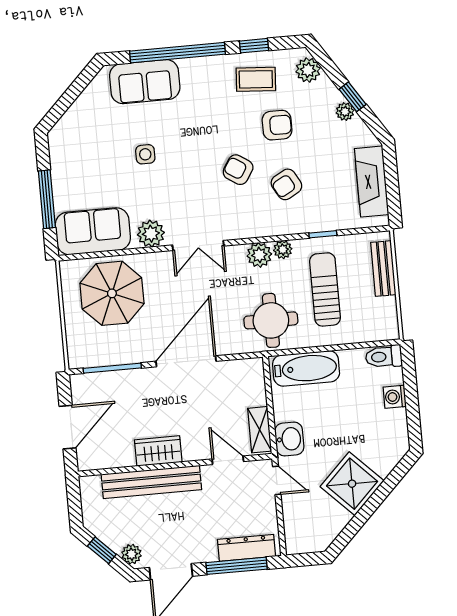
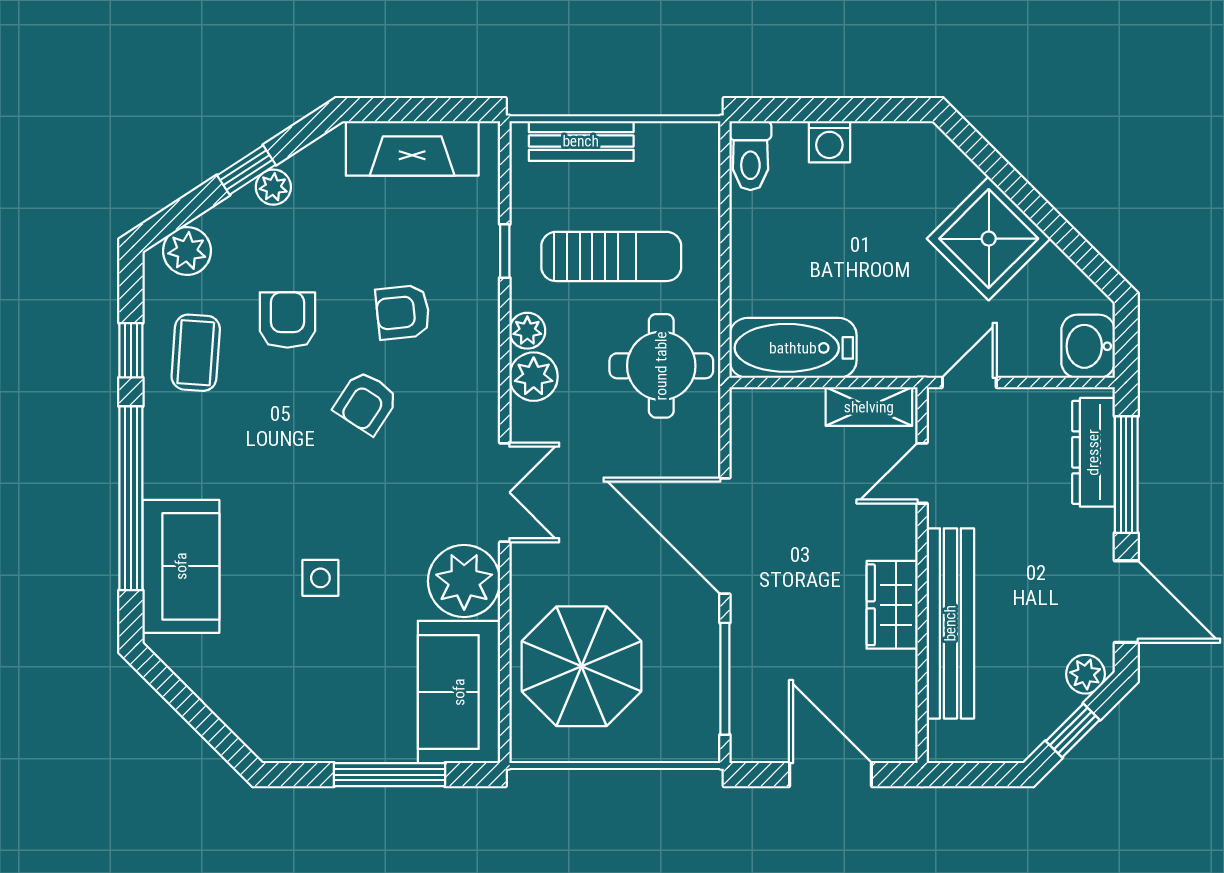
armchair: (286, 184) -> (403, 312), turned 113
plant: (151, 234) -> (464, 581), width x1.36, depth x1.36
sun lounger: (325, 289) -> (611, 256), turned 180
bathtub: (306, 368) -> (793, 348), moved, turned -90
washbasin: (289, 439) -> (1088, 346), moved, turned -90

